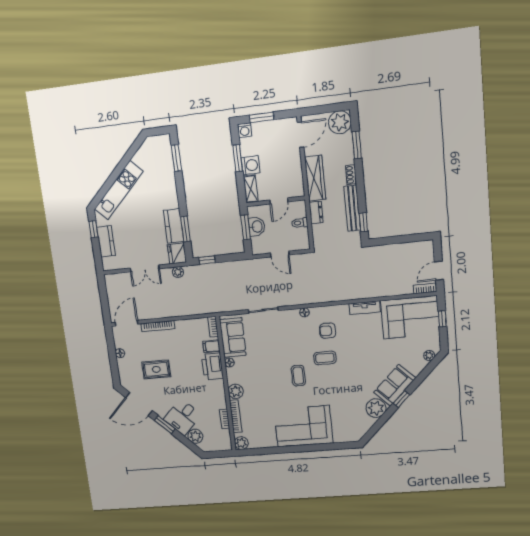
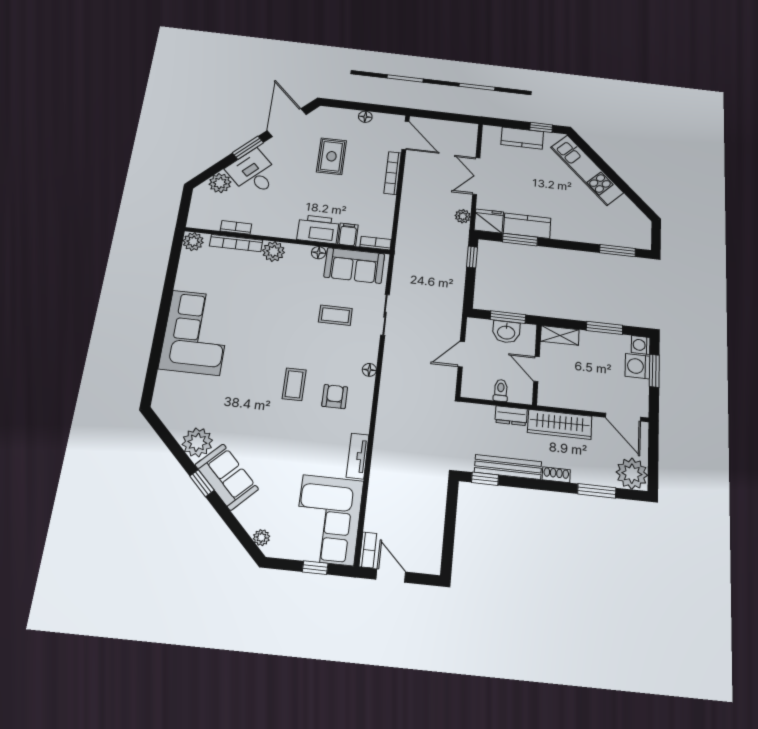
washing machine: (251, 165) -> (637, 366), moved, turned 90
coffee table: (298, 376) -> (335, 315), moved

